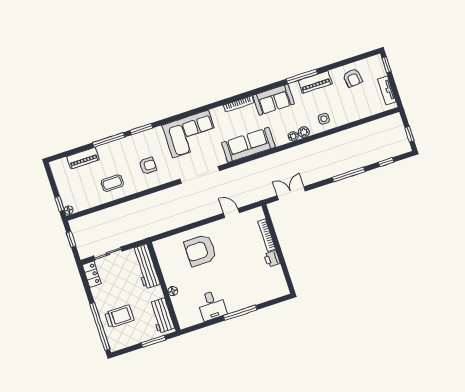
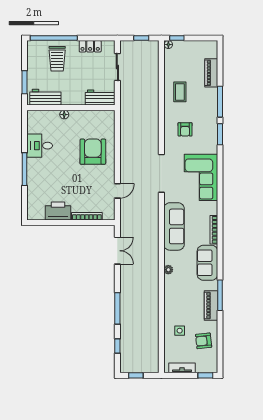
side table: (324, 119) -> (180, 331), moved
plant: (304, 132) -> (169, 280), removed
printer: (272, 259) -> (58, 211), width x1.87, depth x1.48
workbench: (146, 266) -> (100, 98), width x0.73
locker: (92, 274) -> (90, 46), moved

